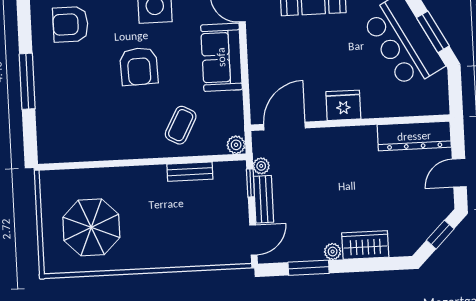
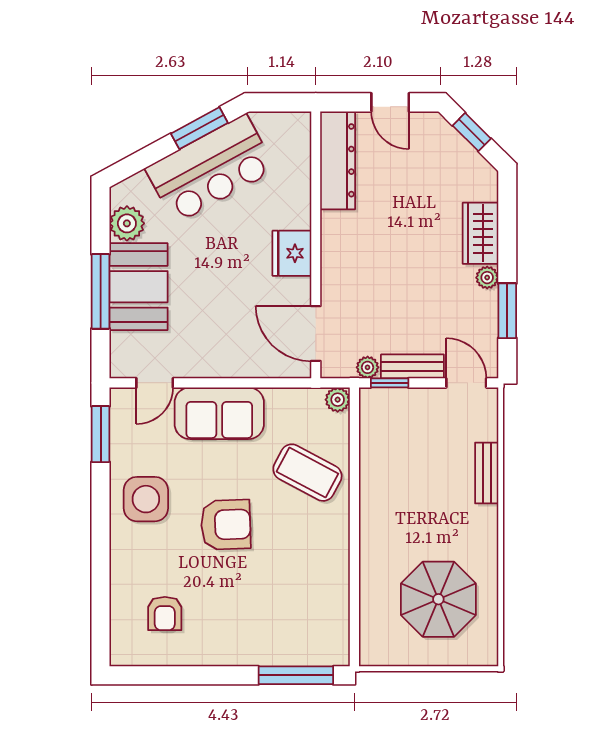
armchair: (70, 24) -> (165, 613), width x0.72, depth x0.72
window: (27, 81) -> (296, 675), moved
coffee table: (181, 125) -> (307, 473), width x1.36, depth x1.30
bench: (190, 172) -> (487, 473), moved

